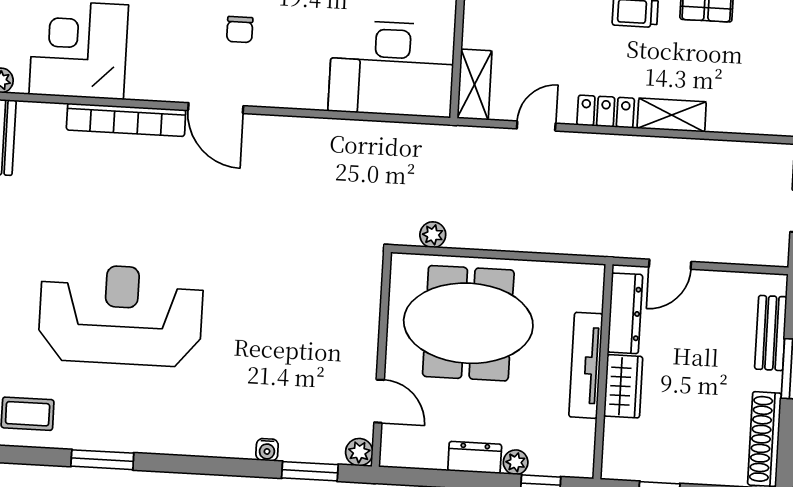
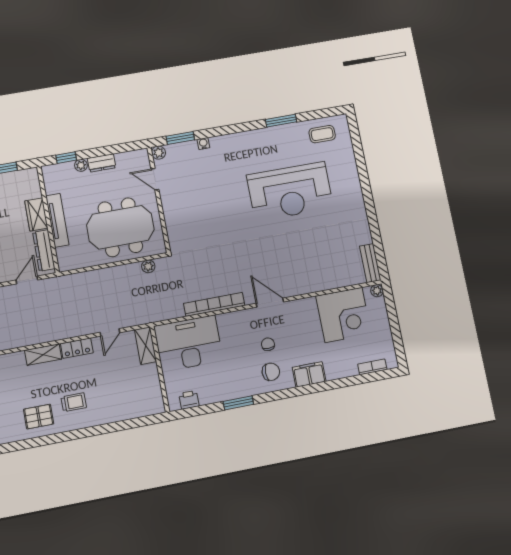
bookcase: (126, 120) -> (214, 304), moved

